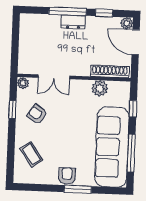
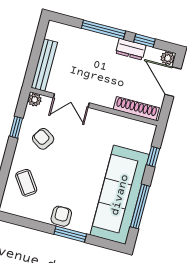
dresser: (73, 22) -> (131, 49), moved
bench: (24, 52) -> (44, 65), added
plant: (100, 88) -> (121, 125), removed

